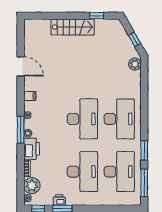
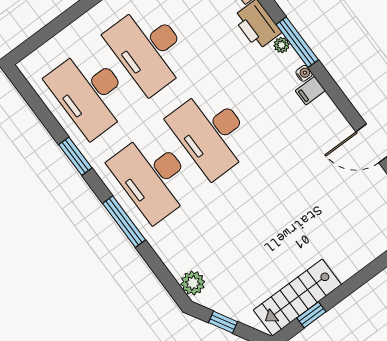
stairs: (73, 27) -> (297, 297), moved
filing cabinet: (30, 96) -> (310, 91), moved
window: (144, 183) -> (124, 222), moved

